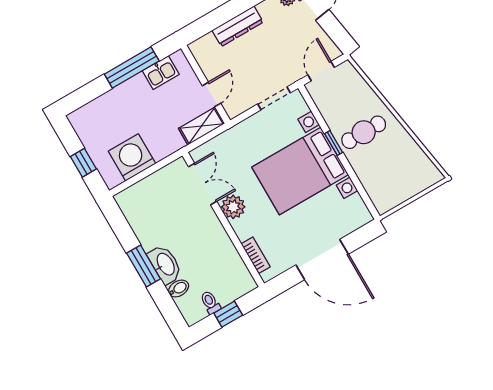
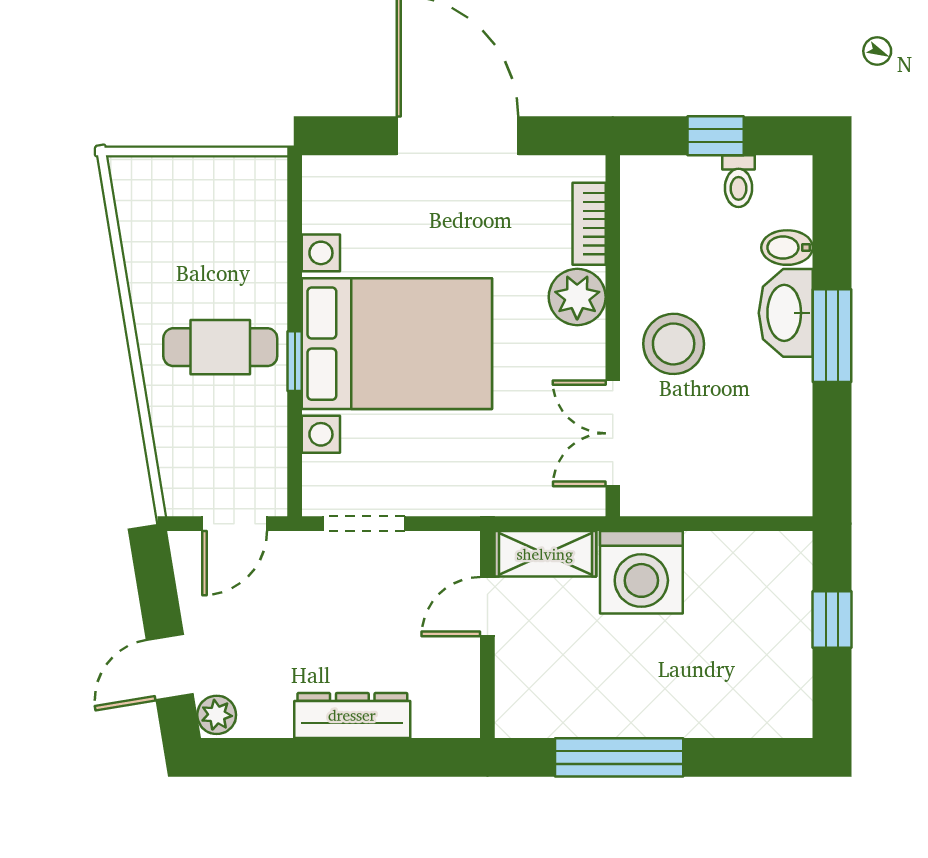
kitchen sink: (161, 73) -> (565, 712), removed
washing machine: (132, 157) -> (641, 572), moved
plant: (233, 207) -> (577, 297), moved
stool: (199, 229) -> (674, 344), added

